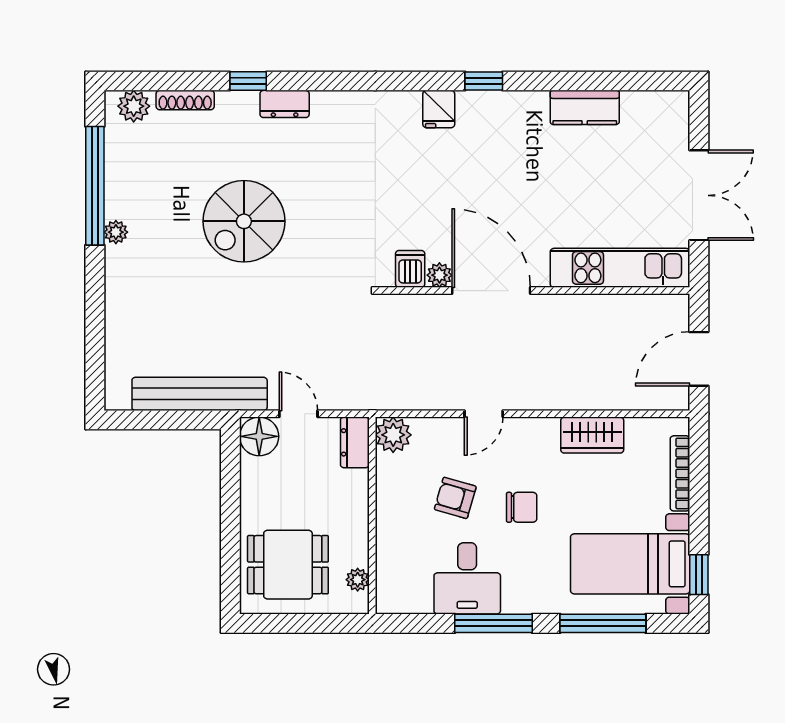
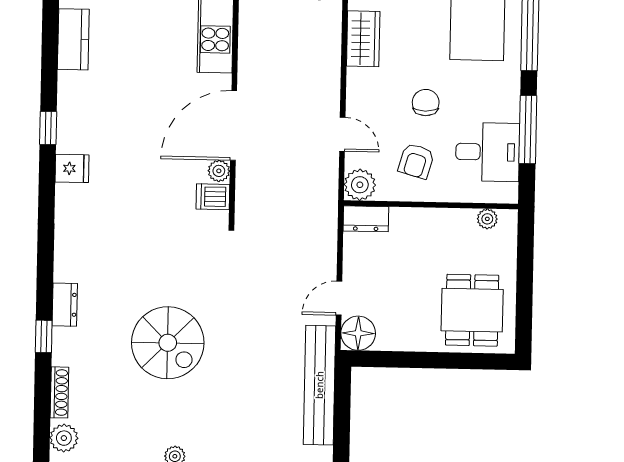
plant: (393, 435) -> (360, 185), moved
dresser: (355, 442) -> (366, 219), moved
wall: (372, 516) -> (431, 205), moved
plant: (358, 580) -> (487, 219), moved

